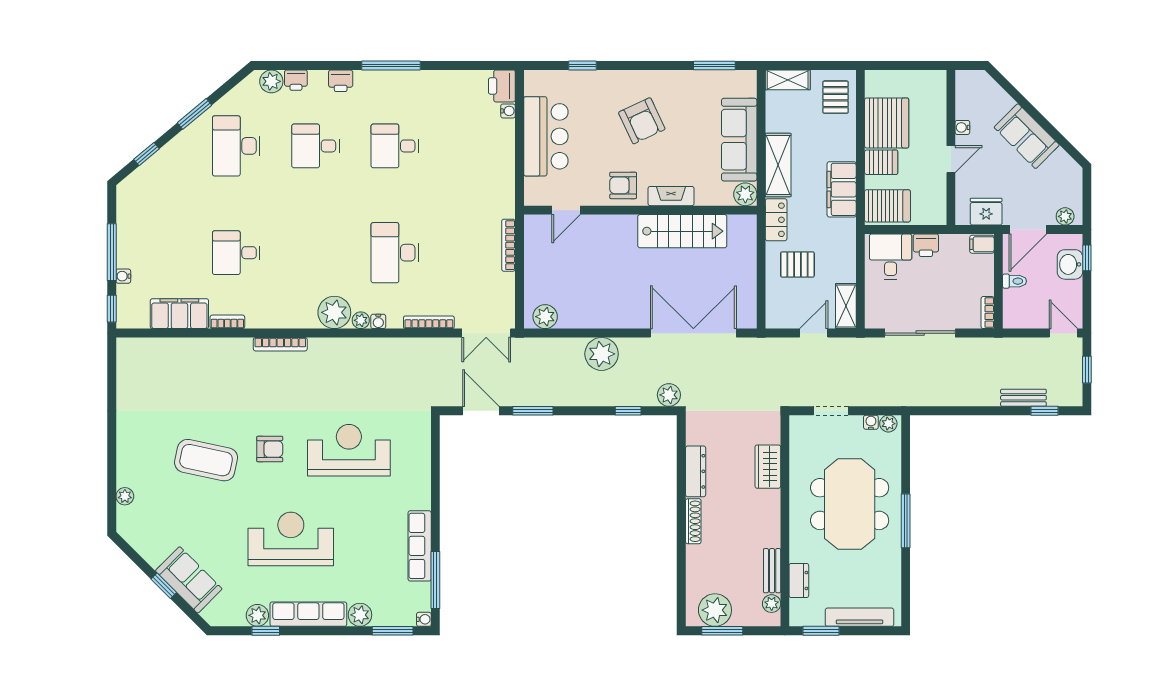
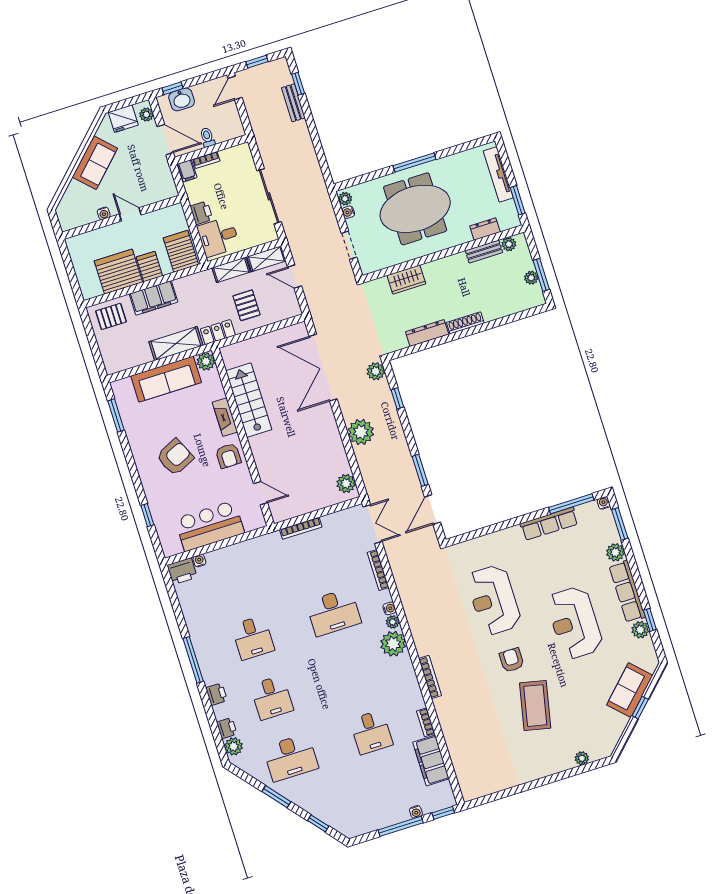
shelving: (788, 80) -> (231, 270), moved, turned 90
filing cabinet: (842, 189) -> (154, 298), moved
fridge: (986, 212) -> (123, 119), moved, turned -90
bookcase: (988, 313) -> (206, 160), moved
plant: (715, 610) -> (531, 278), width x0.53, depth x0.53

